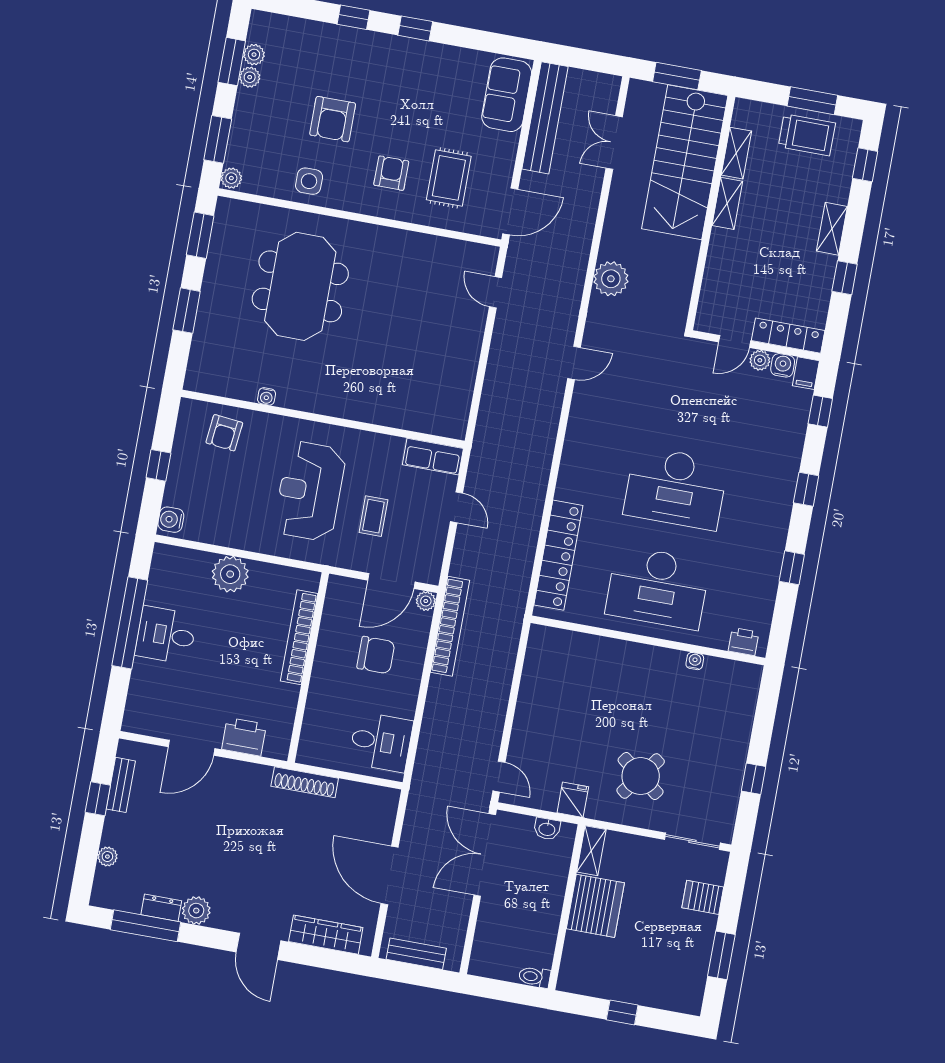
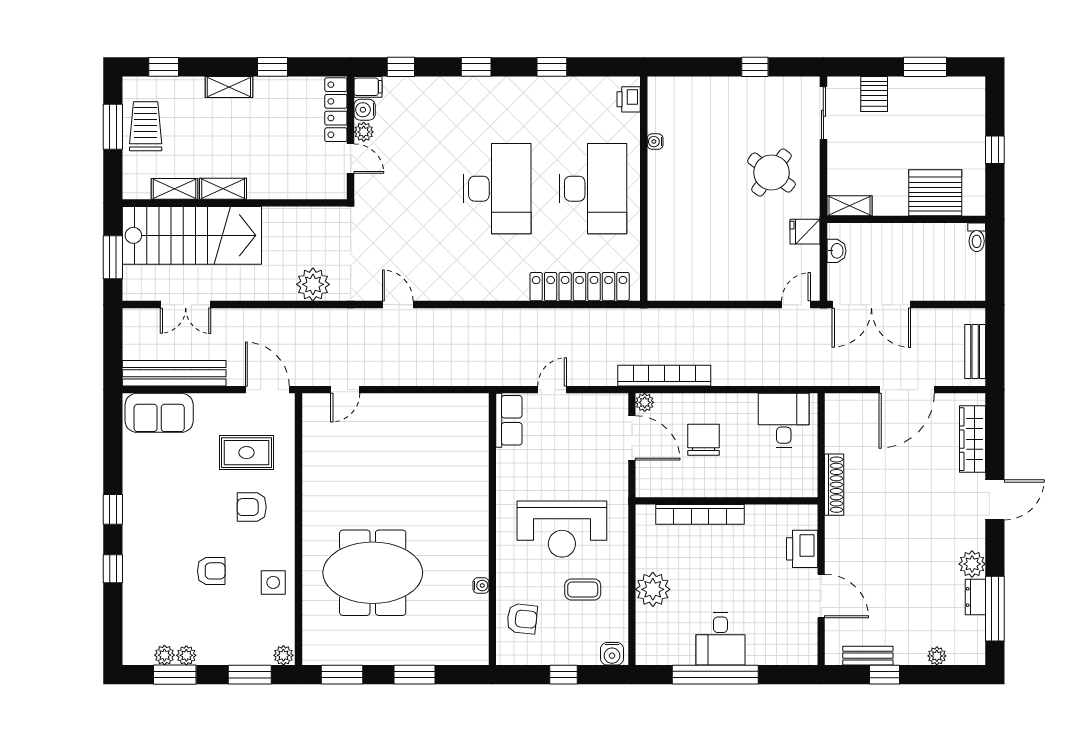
armchair: (333, 119) -> (211, 571), width x0.72, depth x0.72
coffee table: (373, 516) -> (583, 590), moved
server rack: (595, 906) -> (935, 193), moved

